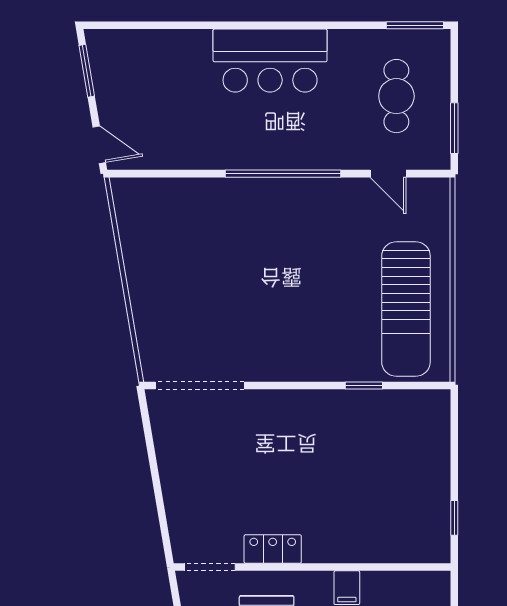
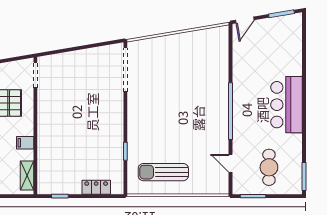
cafe table: (396, 96) -> (269, 167), turned 90
door: (388, 174) -> (230, 163), hinge flipped
sun lounger: (406, 309) -> (163, 172), width x0.73, depth x0.75
locker: (273, 549) -> (96, 187), moved, turned -90
shelving: (413, 584) -> (27, 175), added

